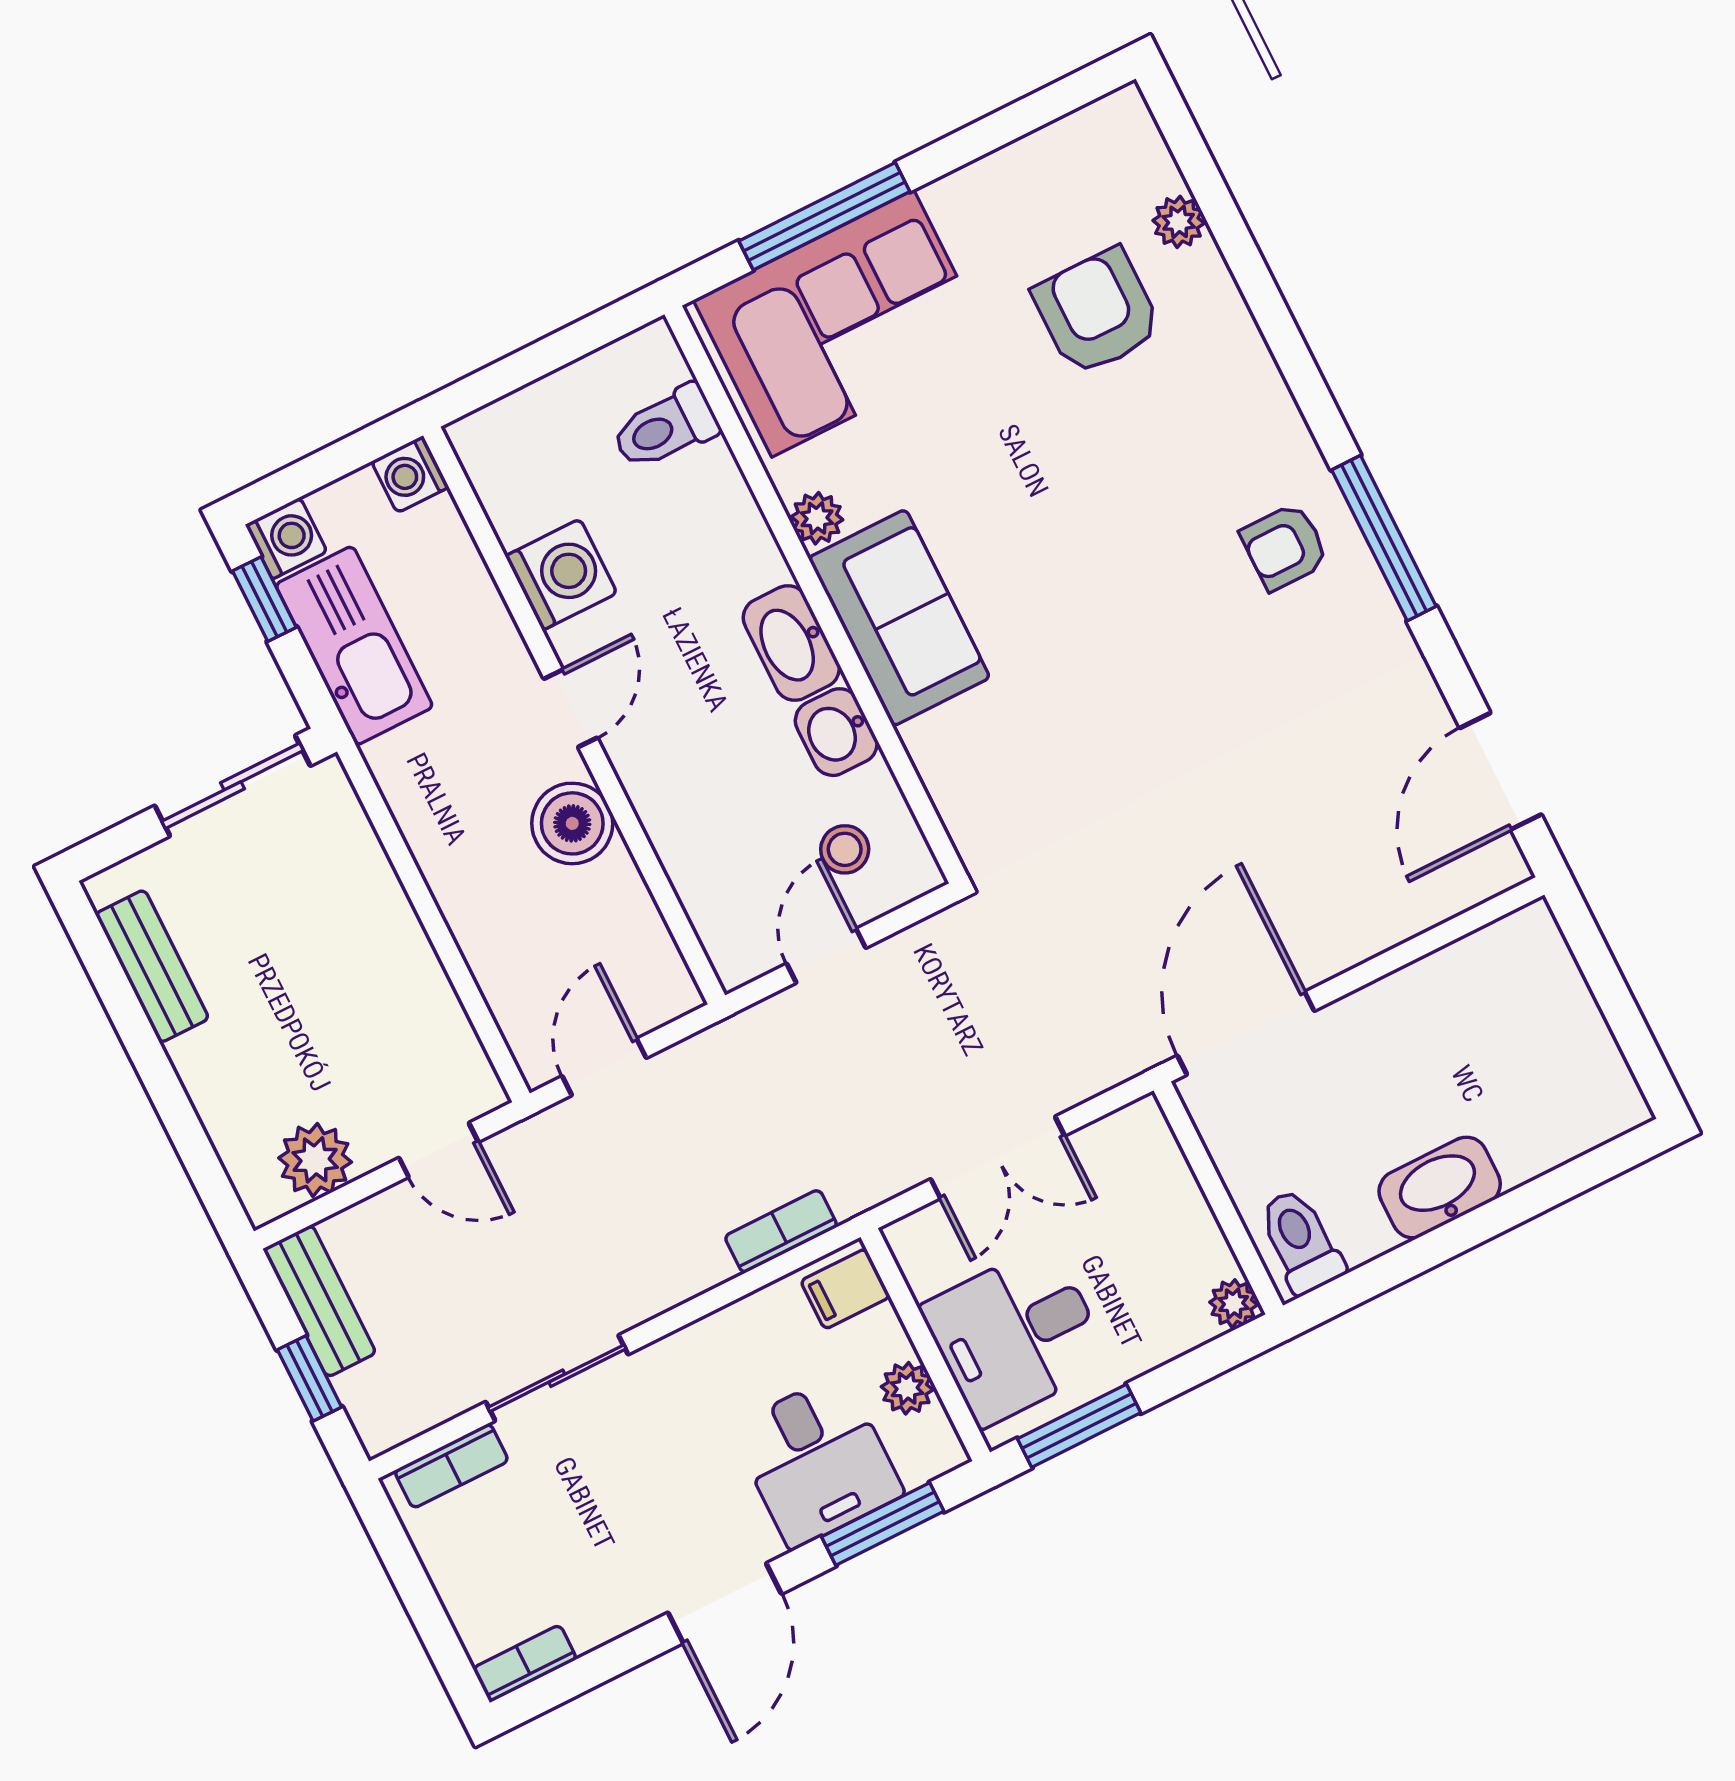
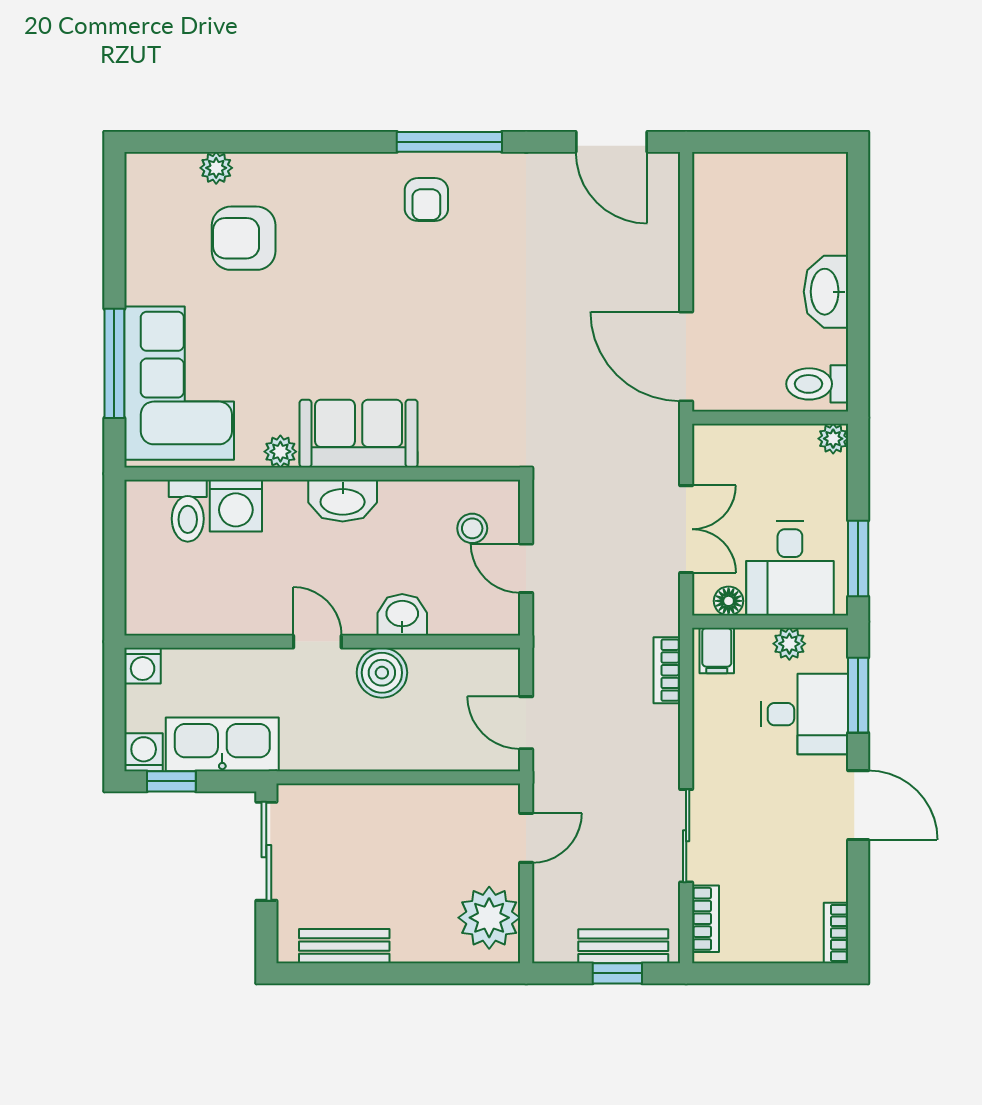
washing machine: (561, 575) -> (236, 506), moved, turned 180
washbasin: (836, 732) -> (402, 615), moved, turned 180
plant: (315, 1160) -> (489, 918), width x1.36, depth x1.36
floor lamp: (925, 1270) -> (729, 601), added
bench: (320, 1301) -> (623, 946), moved

